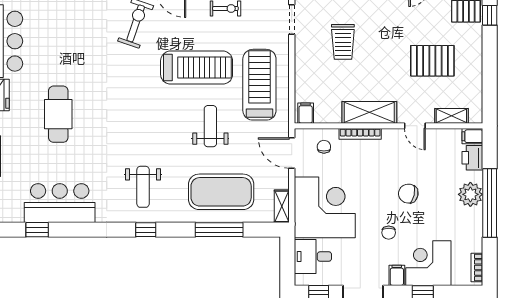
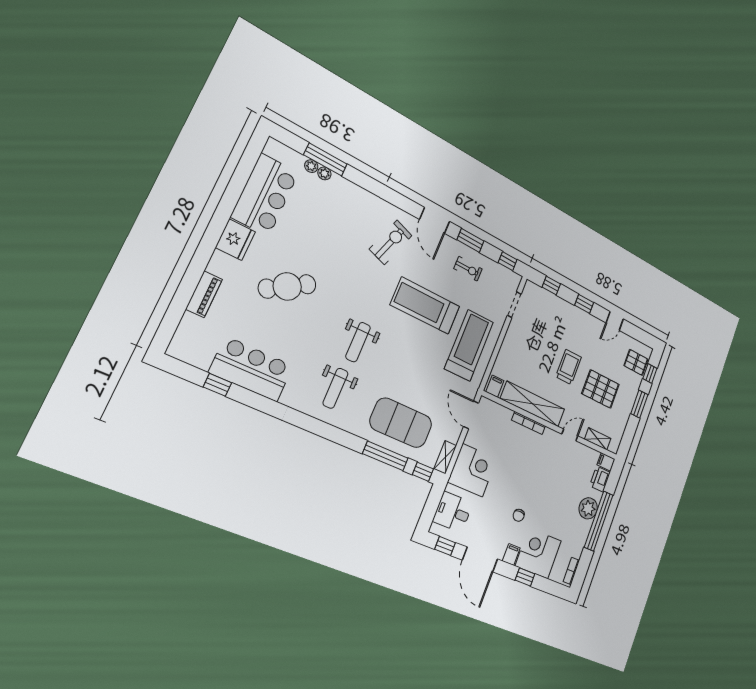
trolley: (343, 42) -> (569, 367), moved, turned 180
window: (490, 55) -> (639, 404), added
treadmill: (197, 68) -> (425, 306), turned 180
shelving: (369, 112) -> (533, 404), width x1.47
cafe table: (58, 114) -> (287, 286), turned 57
weight bench: (210, 126) -> (358, 342), moved, turned 180
door: (415, 126) -> (570, 435), swing flipped
chair: (324, 147) -> (498, 421), removed
chair: (408, 194) -> (545, 488), removed
corner desk: (325, 207) -> (472, 470), width x0.74, depth x0.74
window: (146, 230) -> (423, 472), moved

